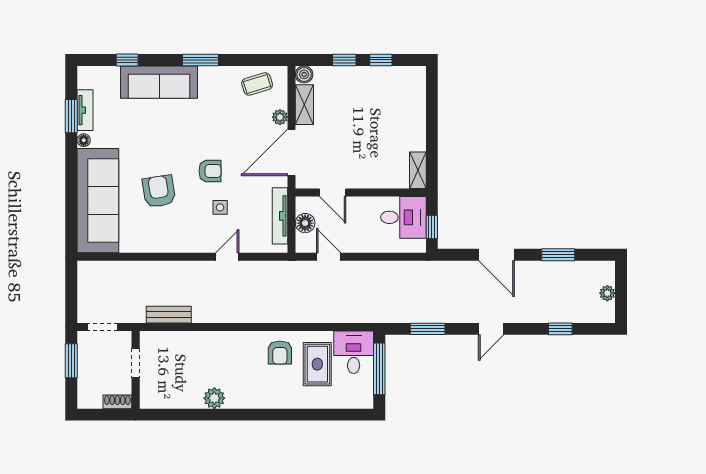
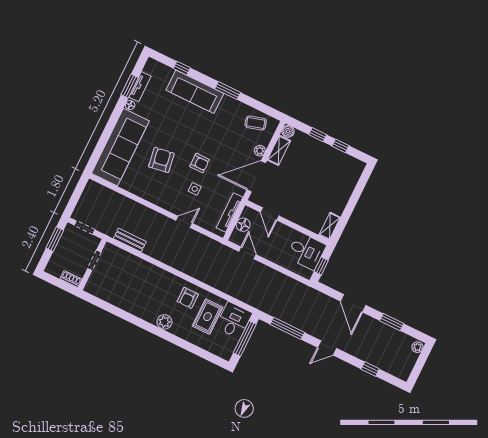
plant: (607, 293) -> (417, 347), moved
window: (428, 329) -> (287, 328), width x1.44
plant: (214, 398) -> (164, 322), moved

